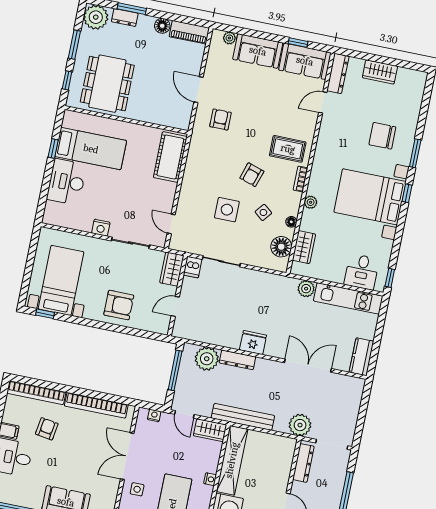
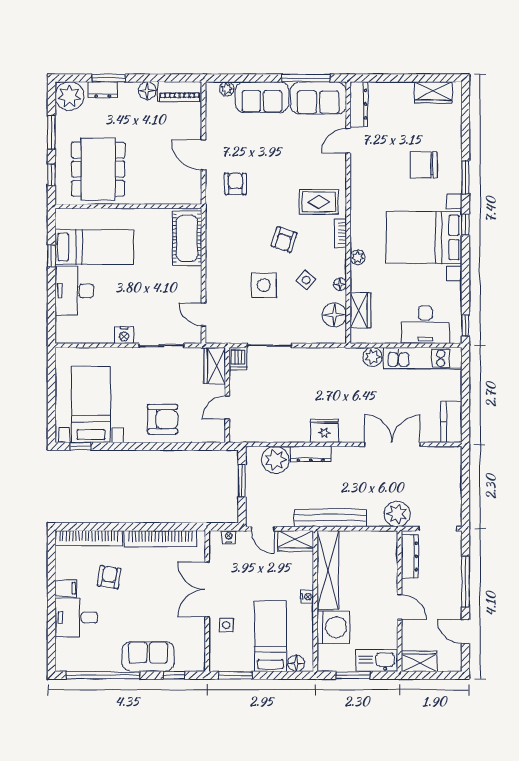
window: (298, 42) -> (306, 78), width x2.17
wardrobe: (380, 72) -> (433, 93), moved
desk: (362, 272) -> (425, 325), width x1.37
window: (175, 370) -> (242, 481), width x0.69

